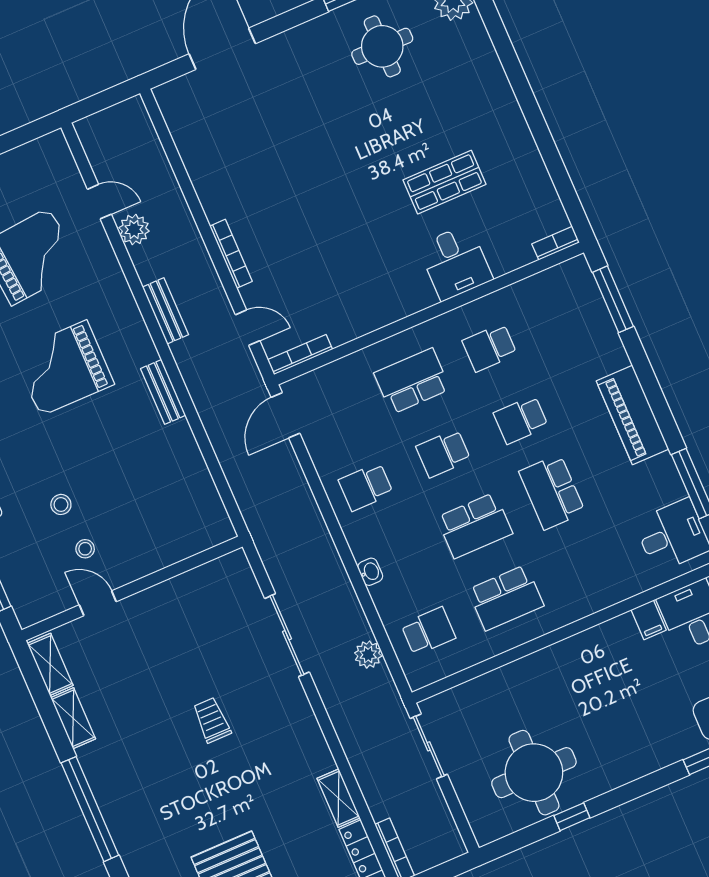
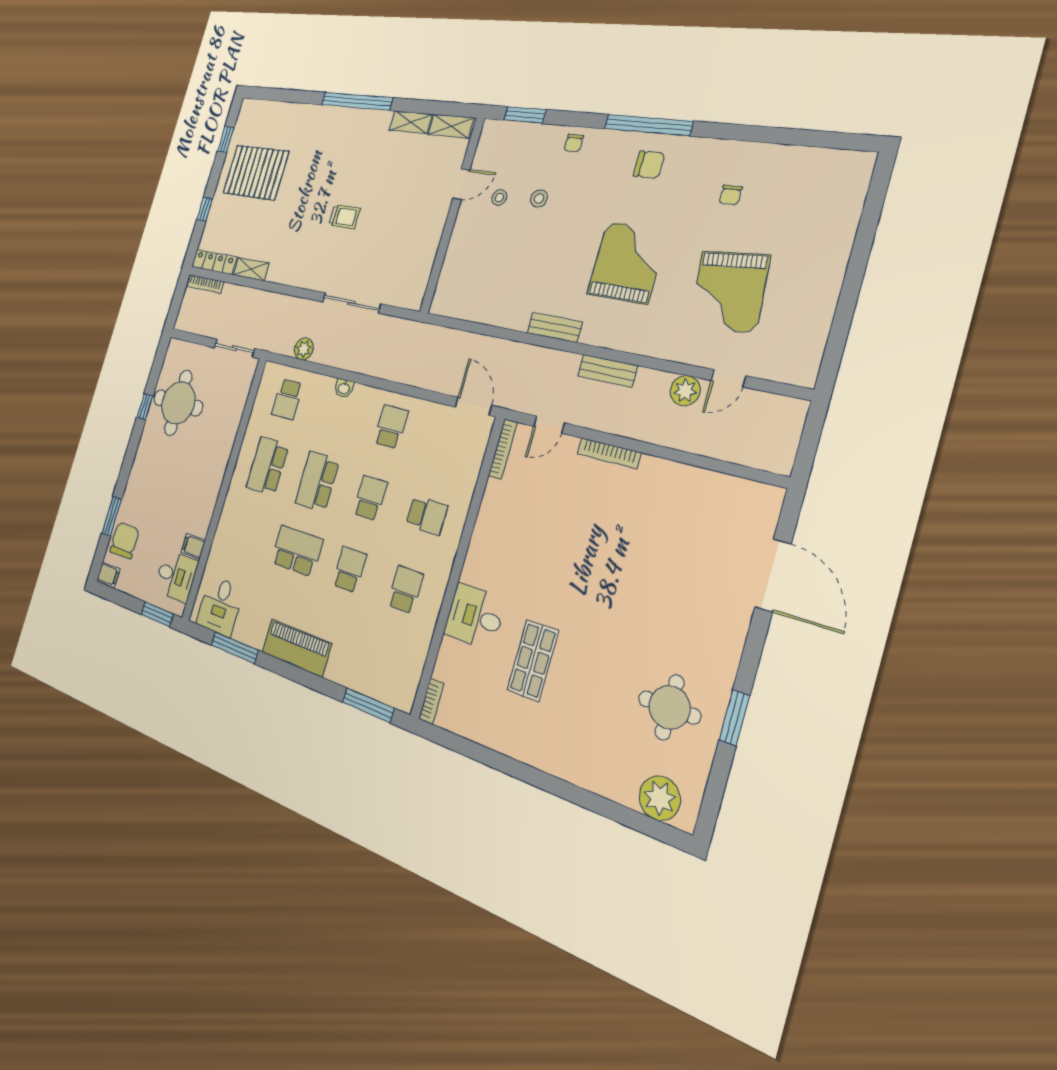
school desk: (412, 381) -> (427, 515), width x0.54

